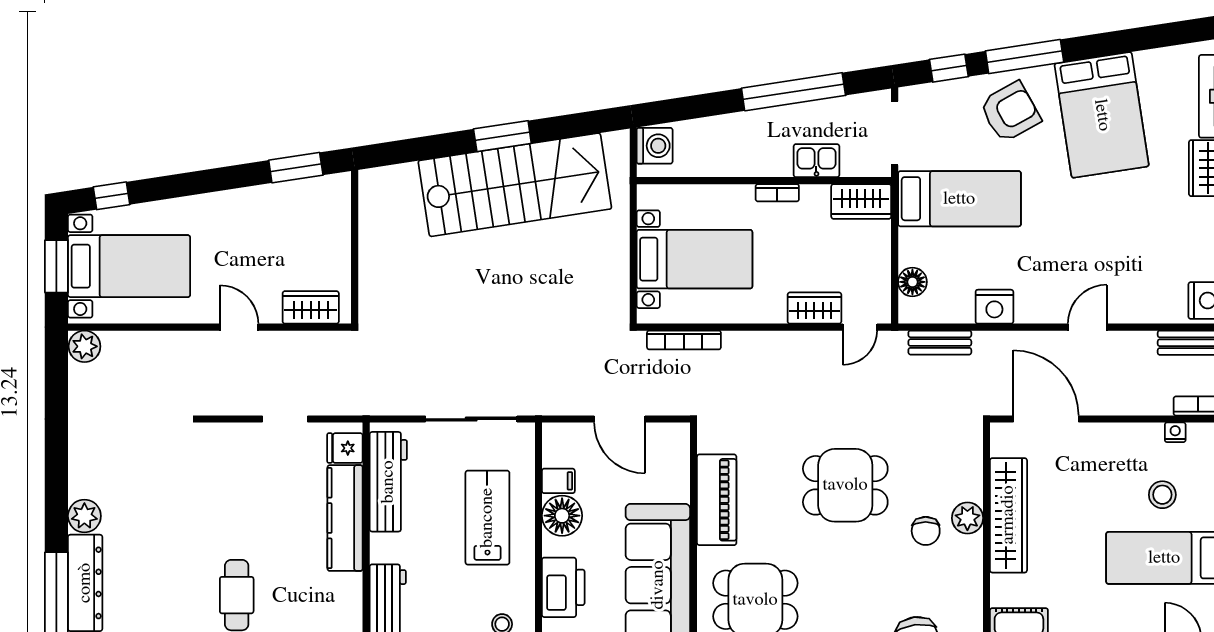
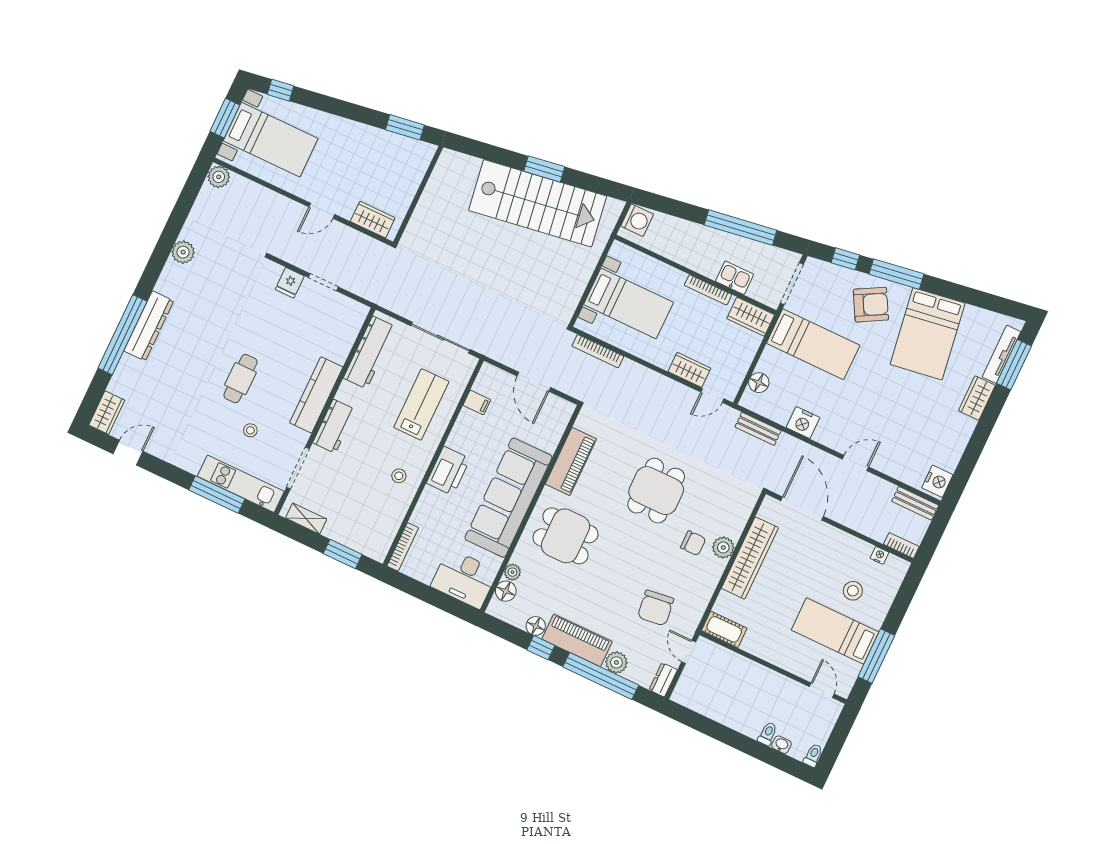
bookcase: (777, 193) -> (708, 290), width x1.56
door: (239, 327) -> (322, 211), swing flipped
fridge: (345, 448) -> (290, 283), moved, turned -90
dining table: (845, 485) -> (656, 491), turned 90
plant: (84, 516) -> (183, 252), moved
floor lamp: (562, 516) -> (469, 425), removed
kitchen counter: (345, 518) -> (316, 395), moved
chair: (926, 531) -> (693, 543), turned -90

